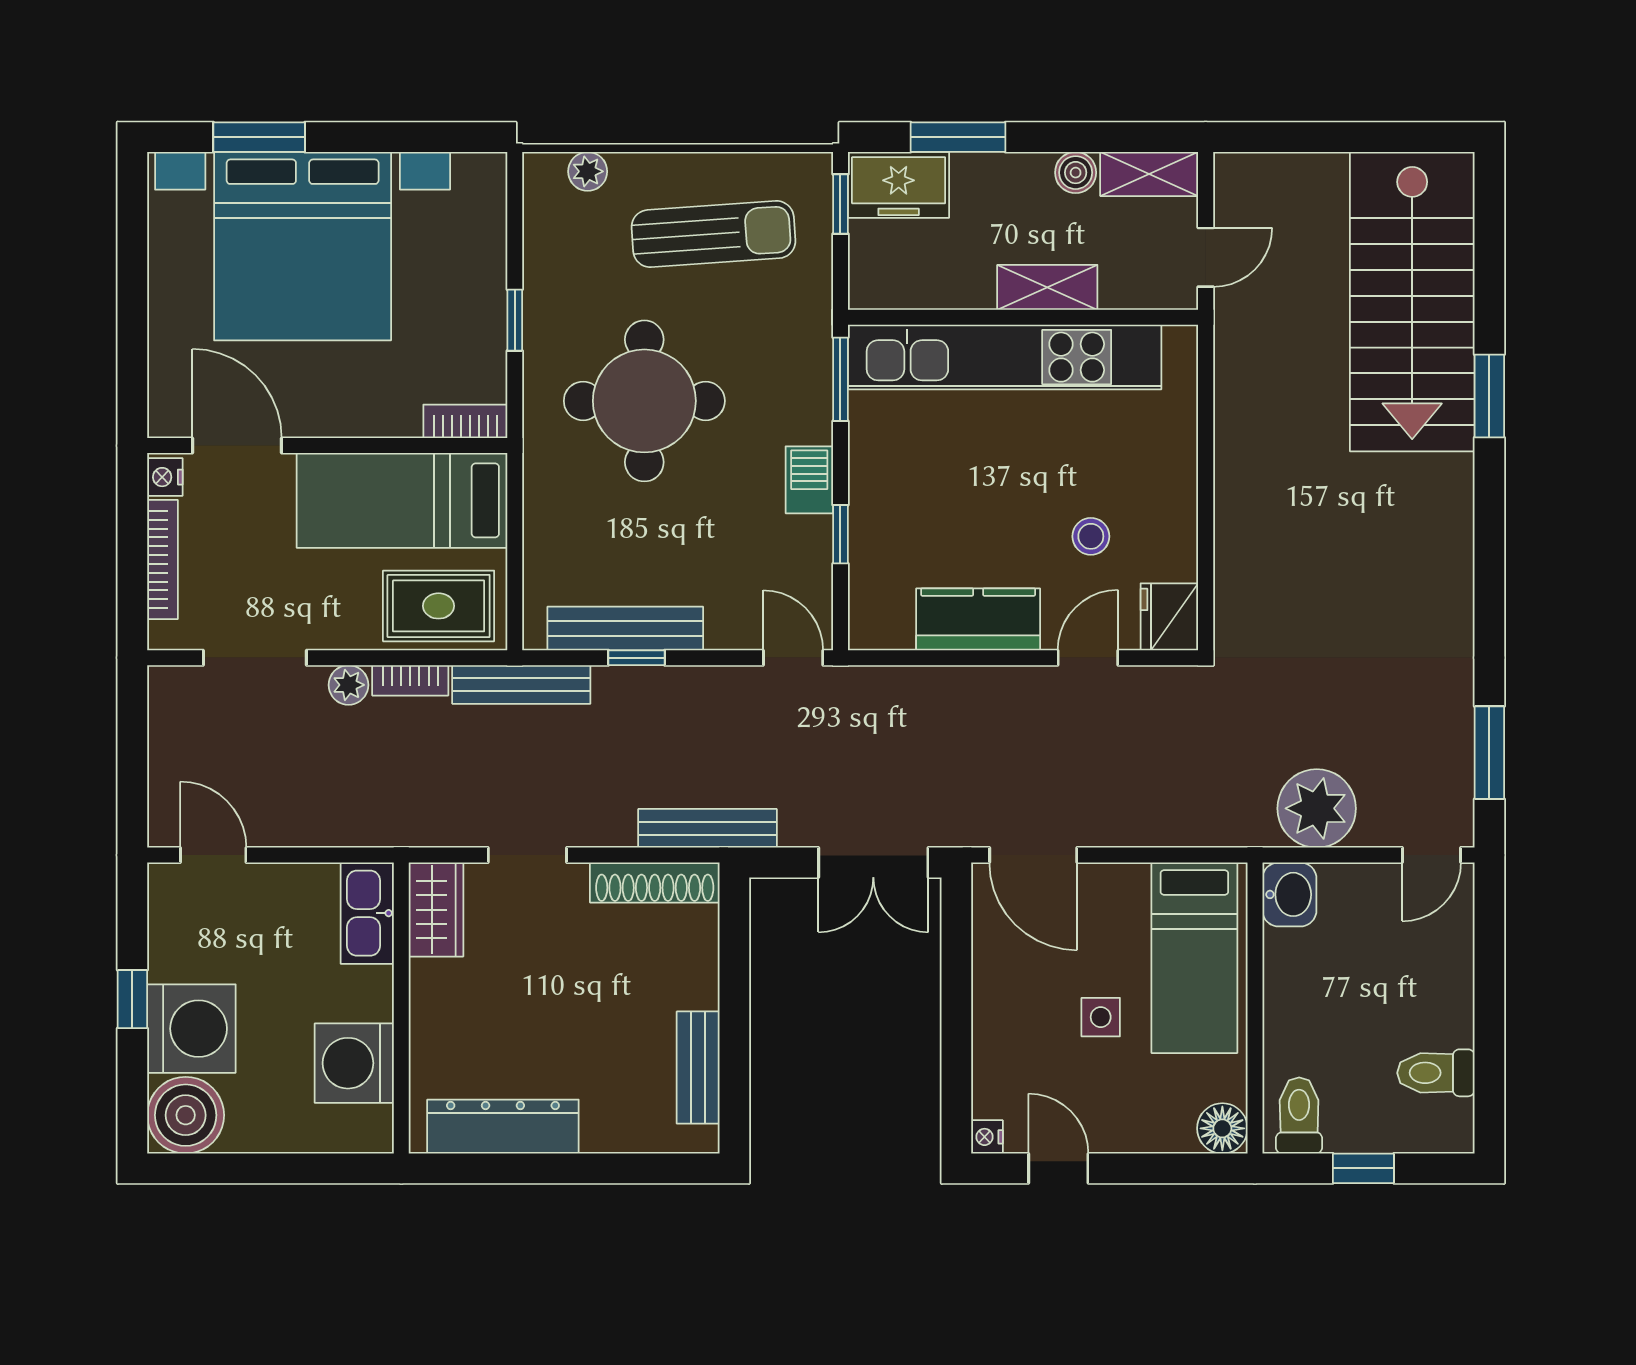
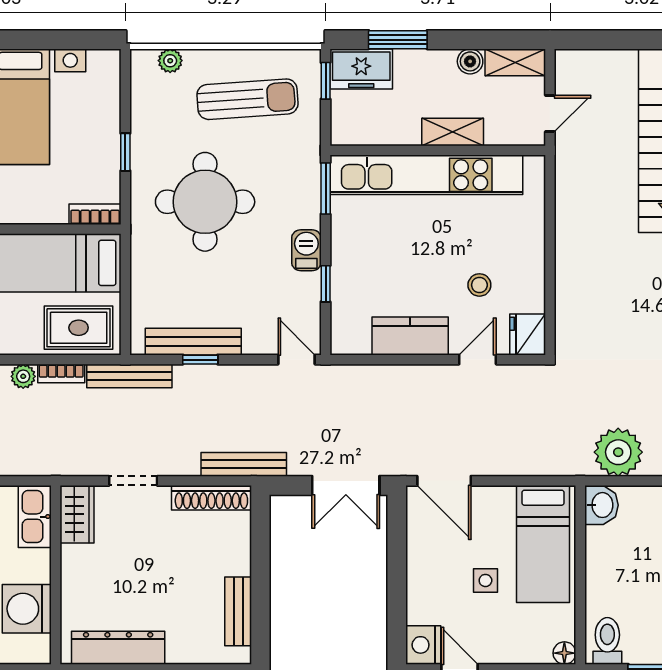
floor lamp: (1222, 1128) -> (564, 653), width x0.73, depth x0.73
nightstand: (987, 1137) -> (423, 645), width x1.89, depth x1.79

